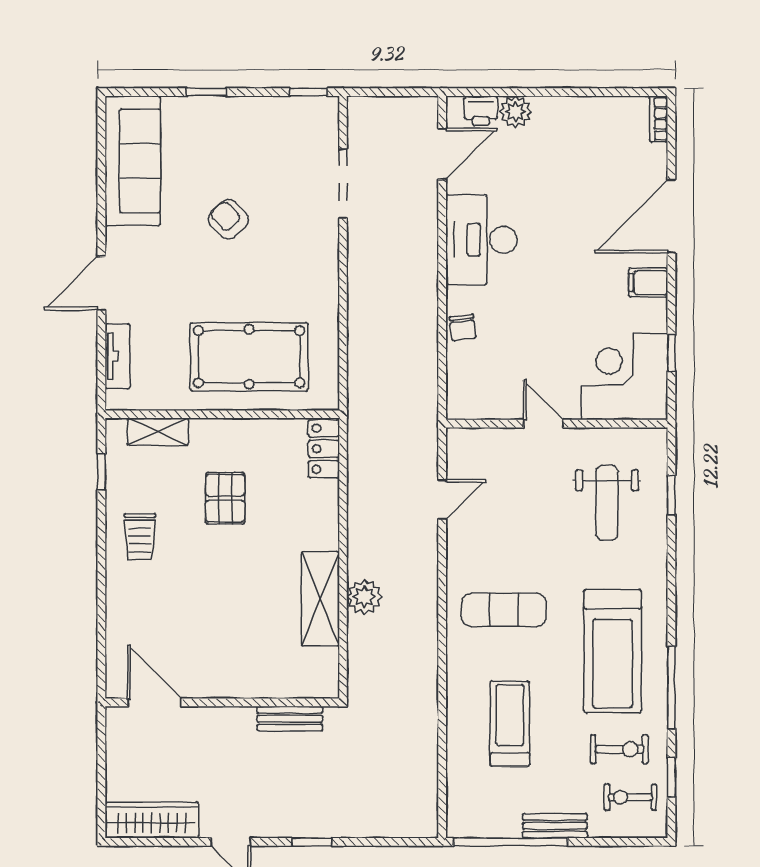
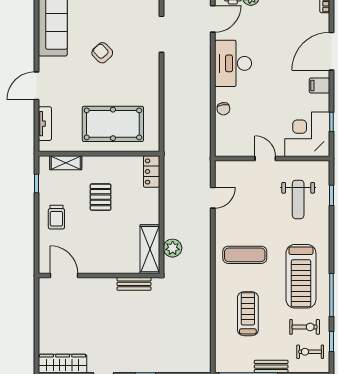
door: (154, 702) -> (64, 275), moved
wall: (222, 702) -> (99, 275), moved
bench: (290, 719) -> (134, 284), moved

